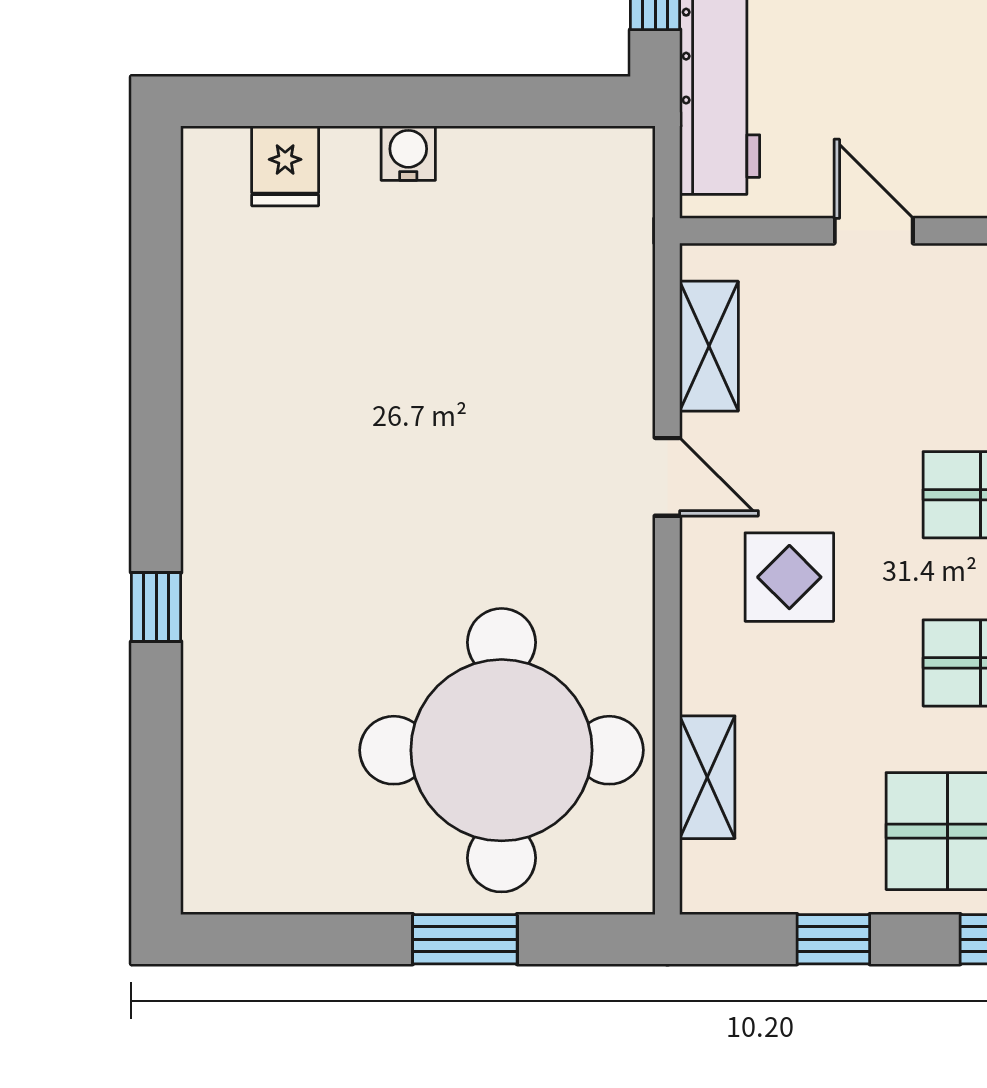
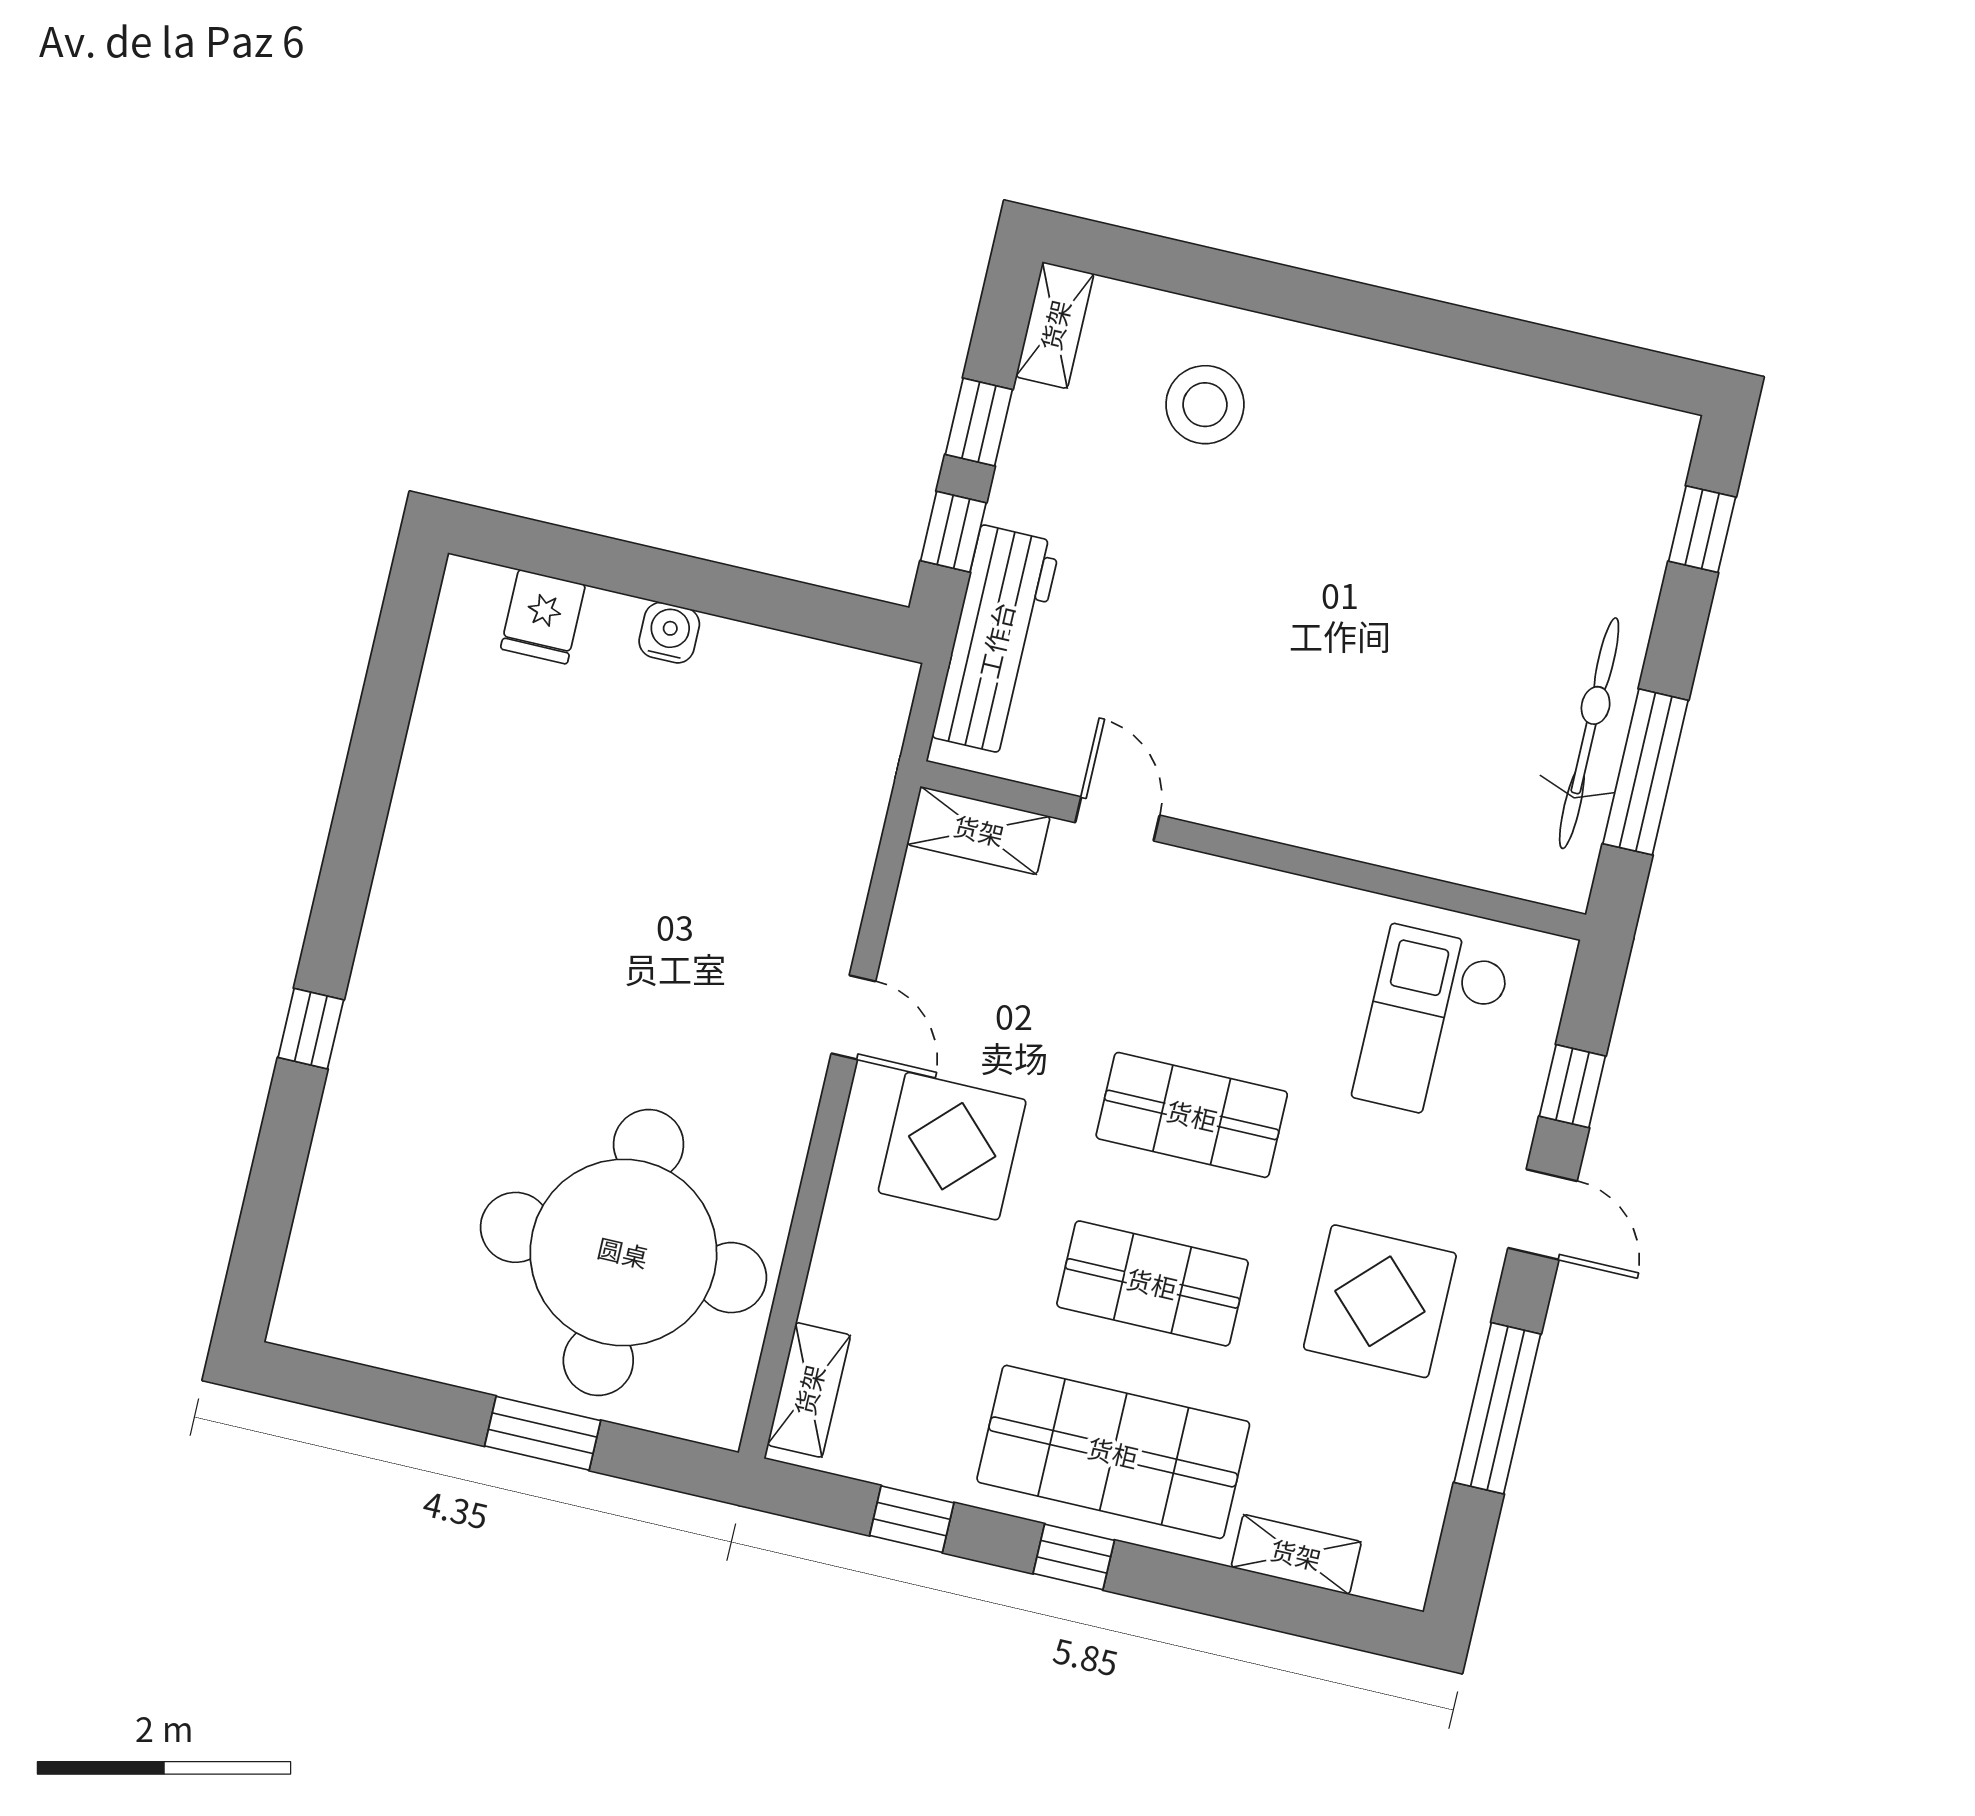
shelving: (709, 346) -> (979, 830), moved, turned 90
display table: (789, 577) -> (952, 1146), width x1.36, depth x1.36
shelving: (707, 777) -> (809, 1390), moved

